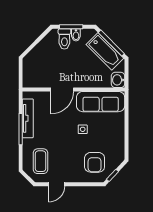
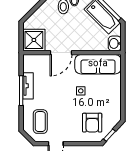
shower: (34, 76) -> (34, 40), added
tv unit: (28, 118) -> (28, 86), width x0.71

